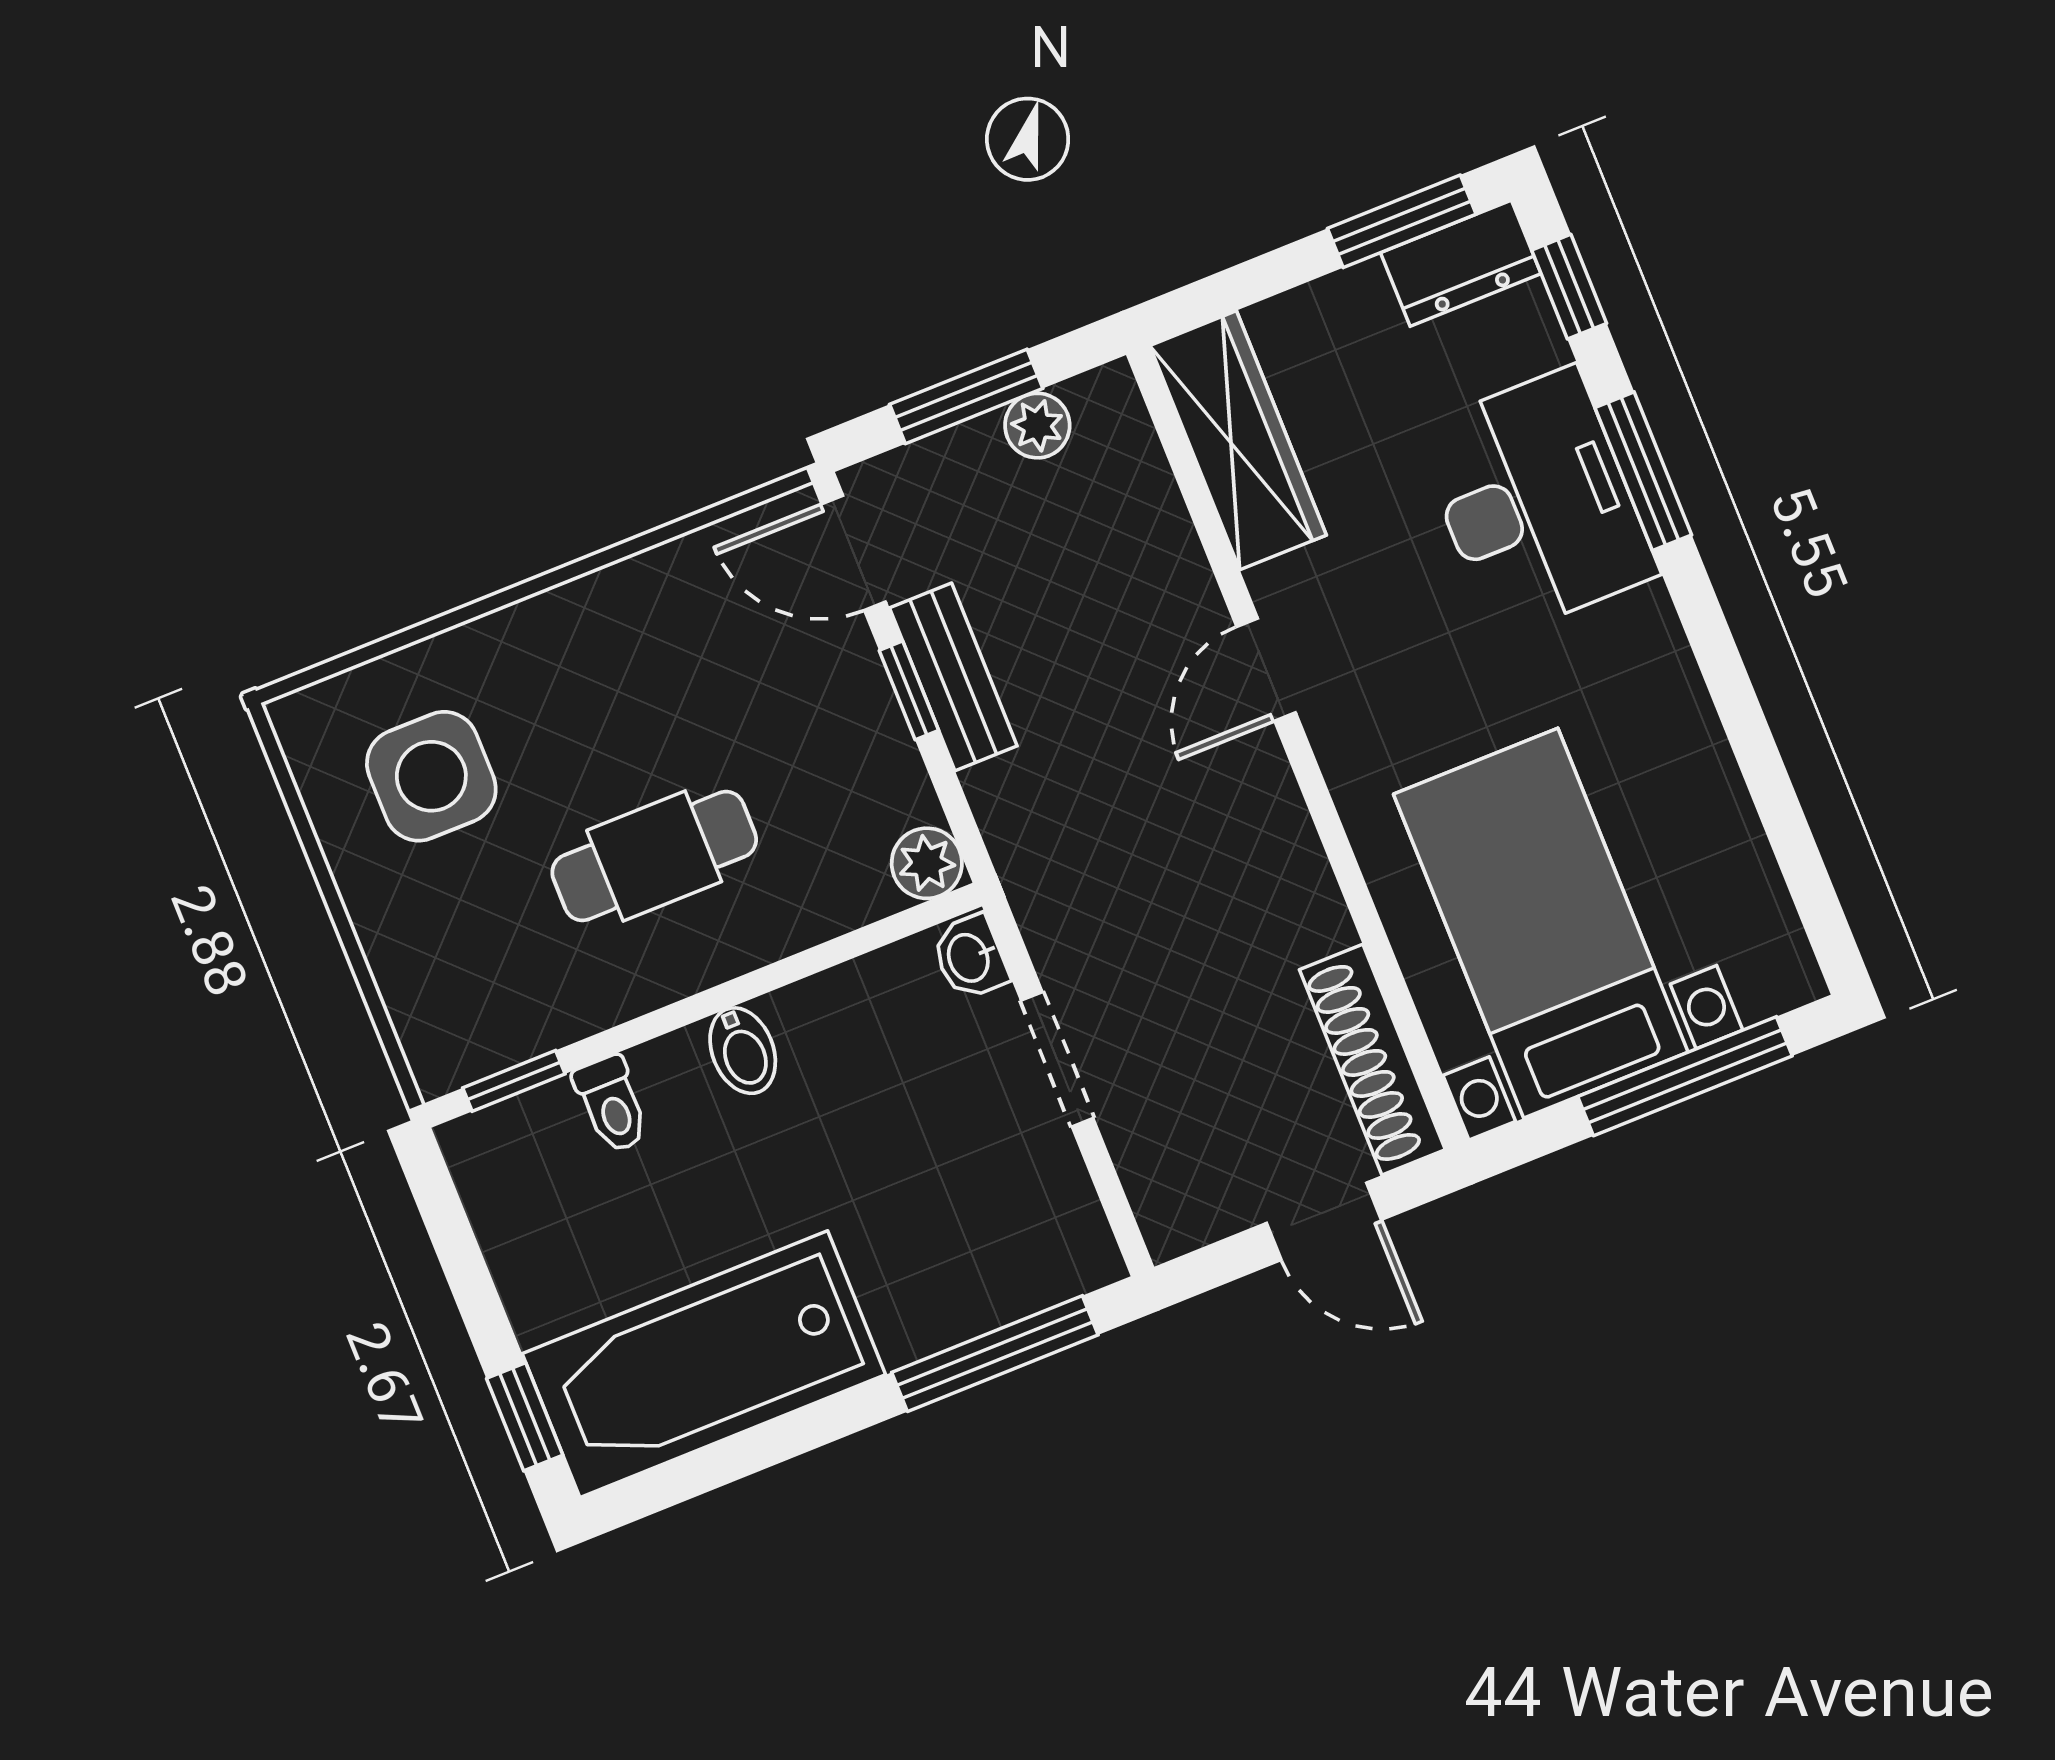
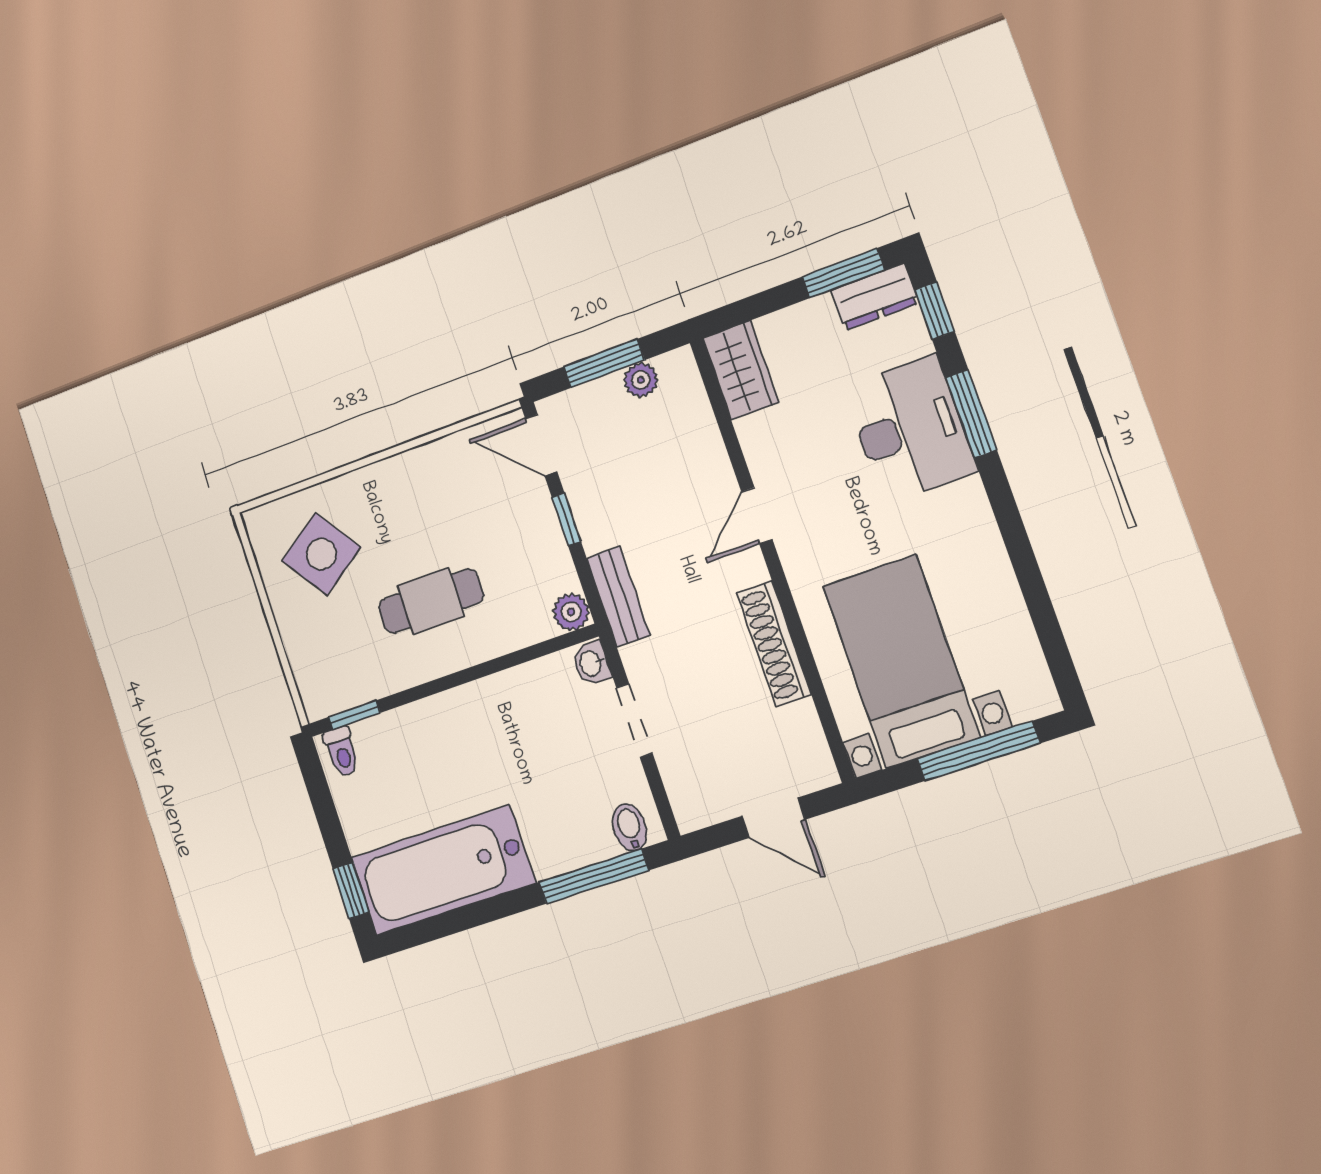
wardrobe: (1238, 440) -> (741, 370), width x0.67
bench: (953, 677) -> (618, 597), moved
side table: (431, 776) -> (321, 554), turned -35
bidet: (743, 1051) -> (629, 827), moved, turned 180
shoe rack: (1372, 1060) -> (774, 644), moved
toilet: (612, 1104) -> (342, 751), moved

